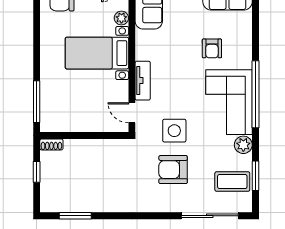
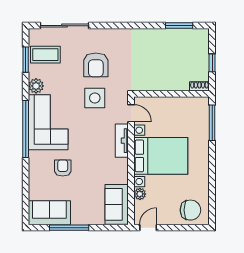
bed with nightstands: (97, 53) -> (161, 156), width x1.36
armchair: (173, 170) -> (96, 65), turned 90

